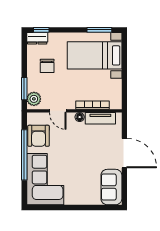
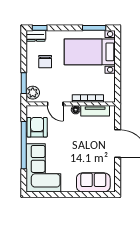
armchair: (39, 136) -> (37, 127), turned 180
sofa: (111, 187) -> (93, 182), moved, turned 90

